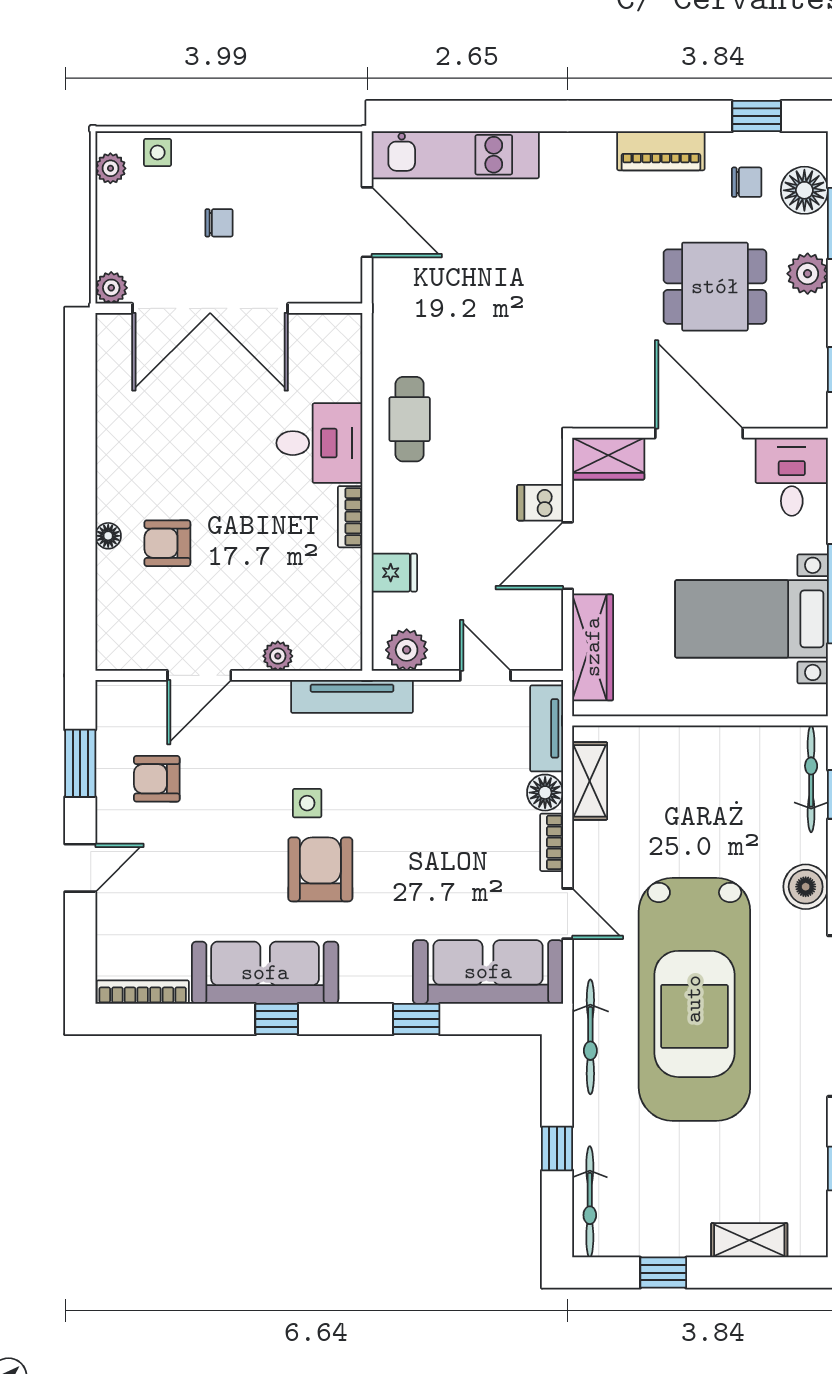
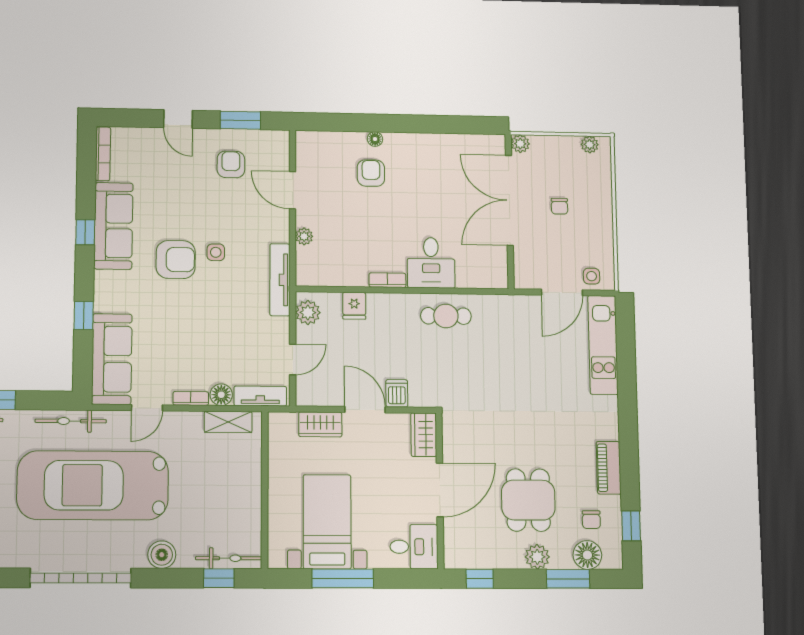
side table: (158, 152) -> (592, 276), moved
wardrobe: (593, 647) -> (320, 424), width x0.67

